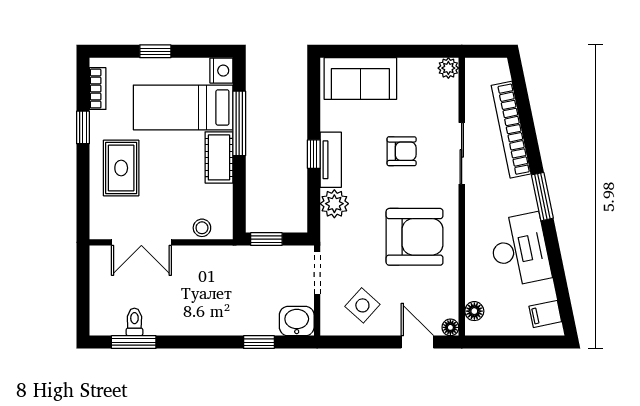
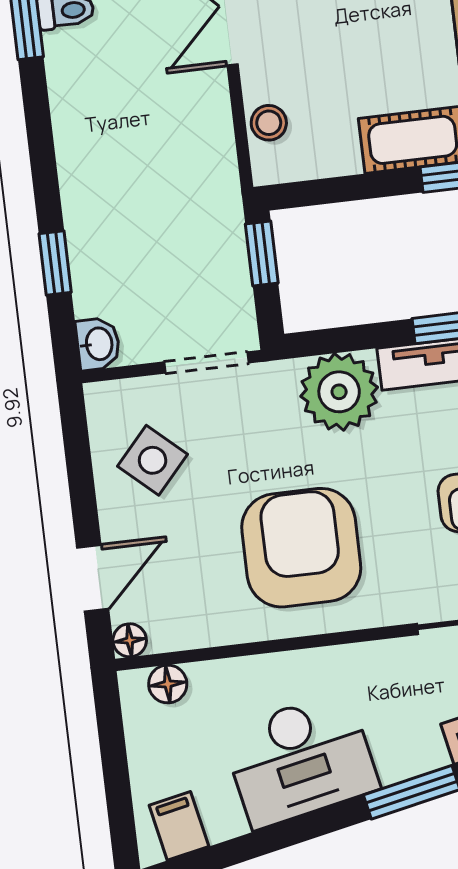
plant: (334, 204) -> (339, 392), width x1.36, depth x1.36
armchair: (415, 237) -> (301, 548), turned 180
washbasin: (297, 321) -> (98, 344), width x0.72, depth x0.69

